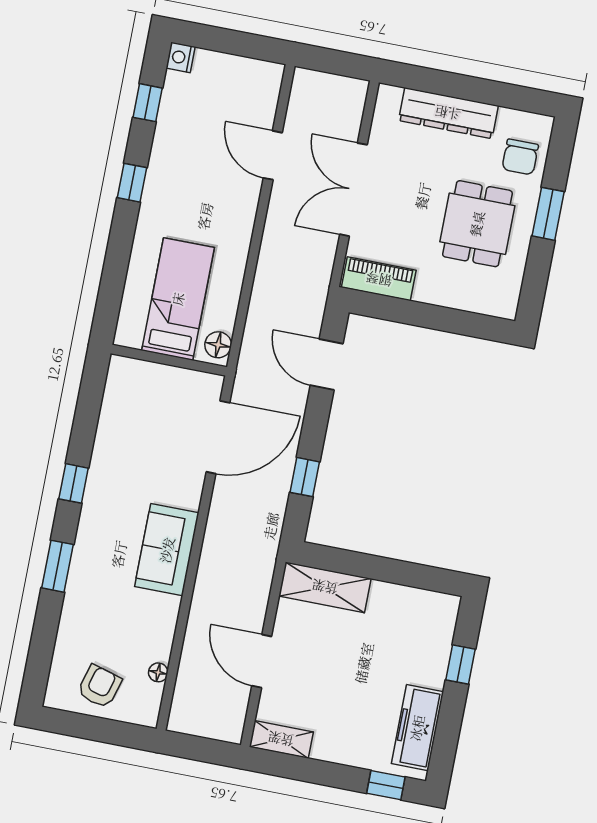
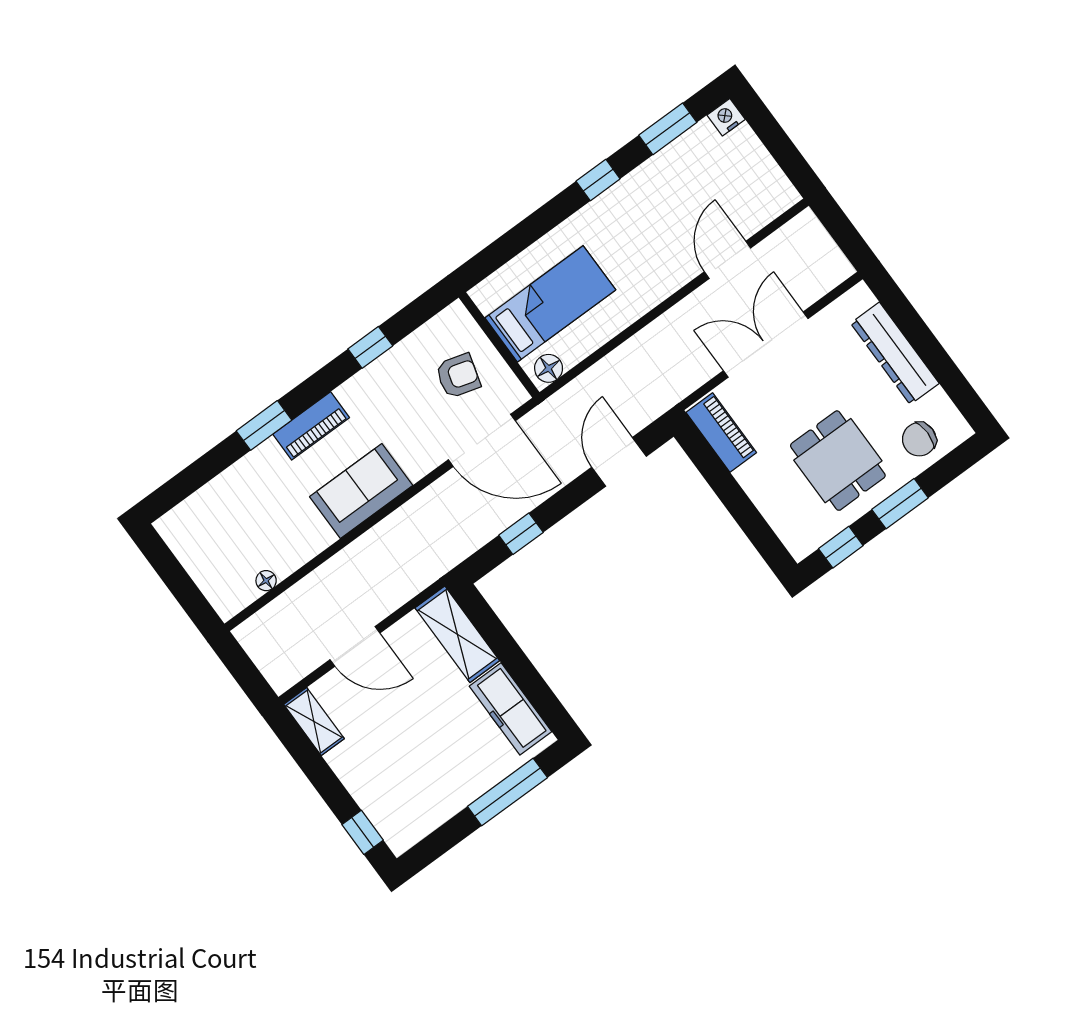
window: (148, 103) -> (668, 129), width x1.50
dining table: (477, 224) -> (838, 461), turned 90
window: (535, 282) -> (841, 547), added
window: (74, 483) -> (370, 347), moved
piano: (90, 536) -> (311, 426), added
door: (262, 661) -> (355, 646), swing flipped
window: (460, 665) -> (507, 792), width x2.17
armchair: (100, 686) -> (458, 376), moved
freezer: (417, 728) -> (510, 709), moved, turned -90

